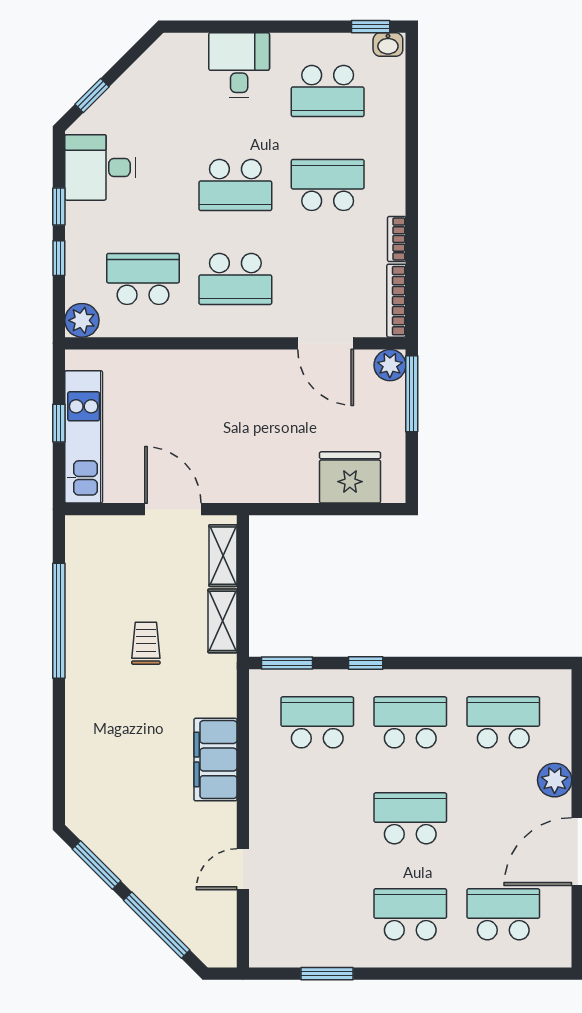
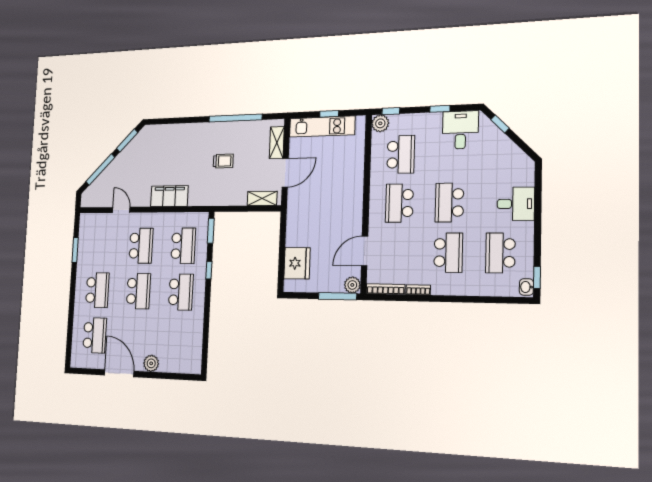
window: (59, 258) -> (391, 111), moved
shelving: (222, 621) -> (277, 142), moved, turned 90
school desk: (503, 722) -> (141, 246), moved

